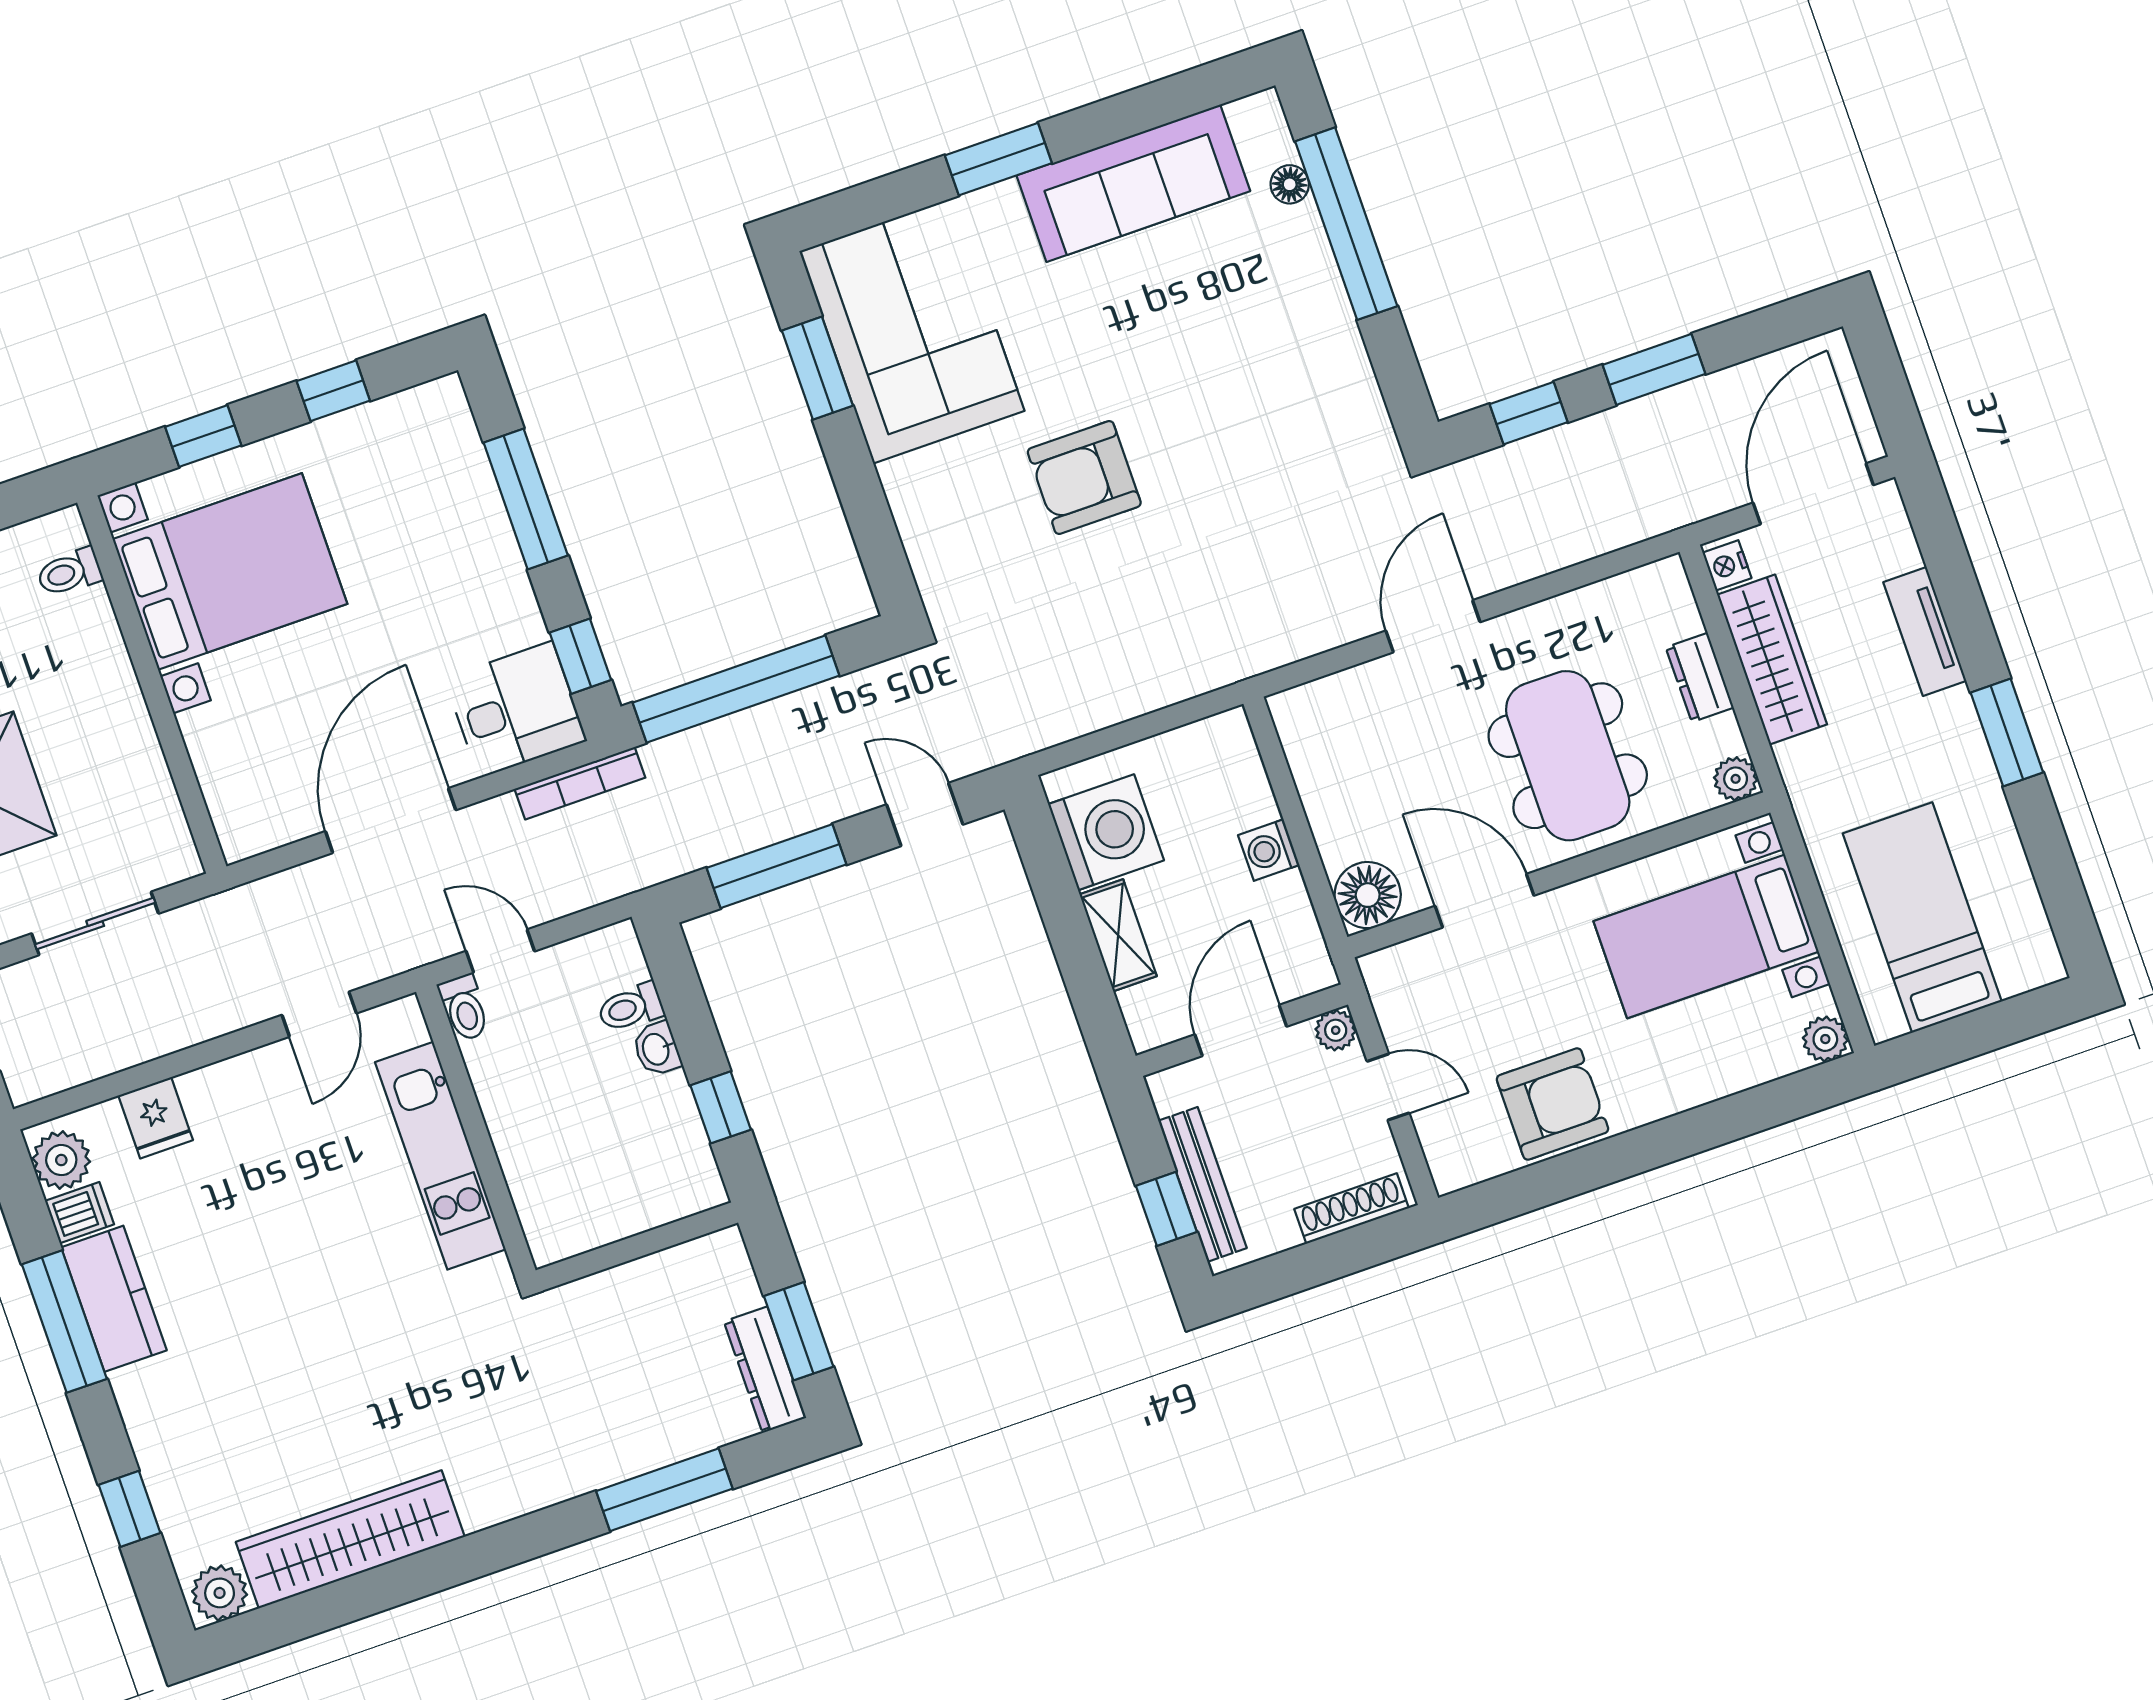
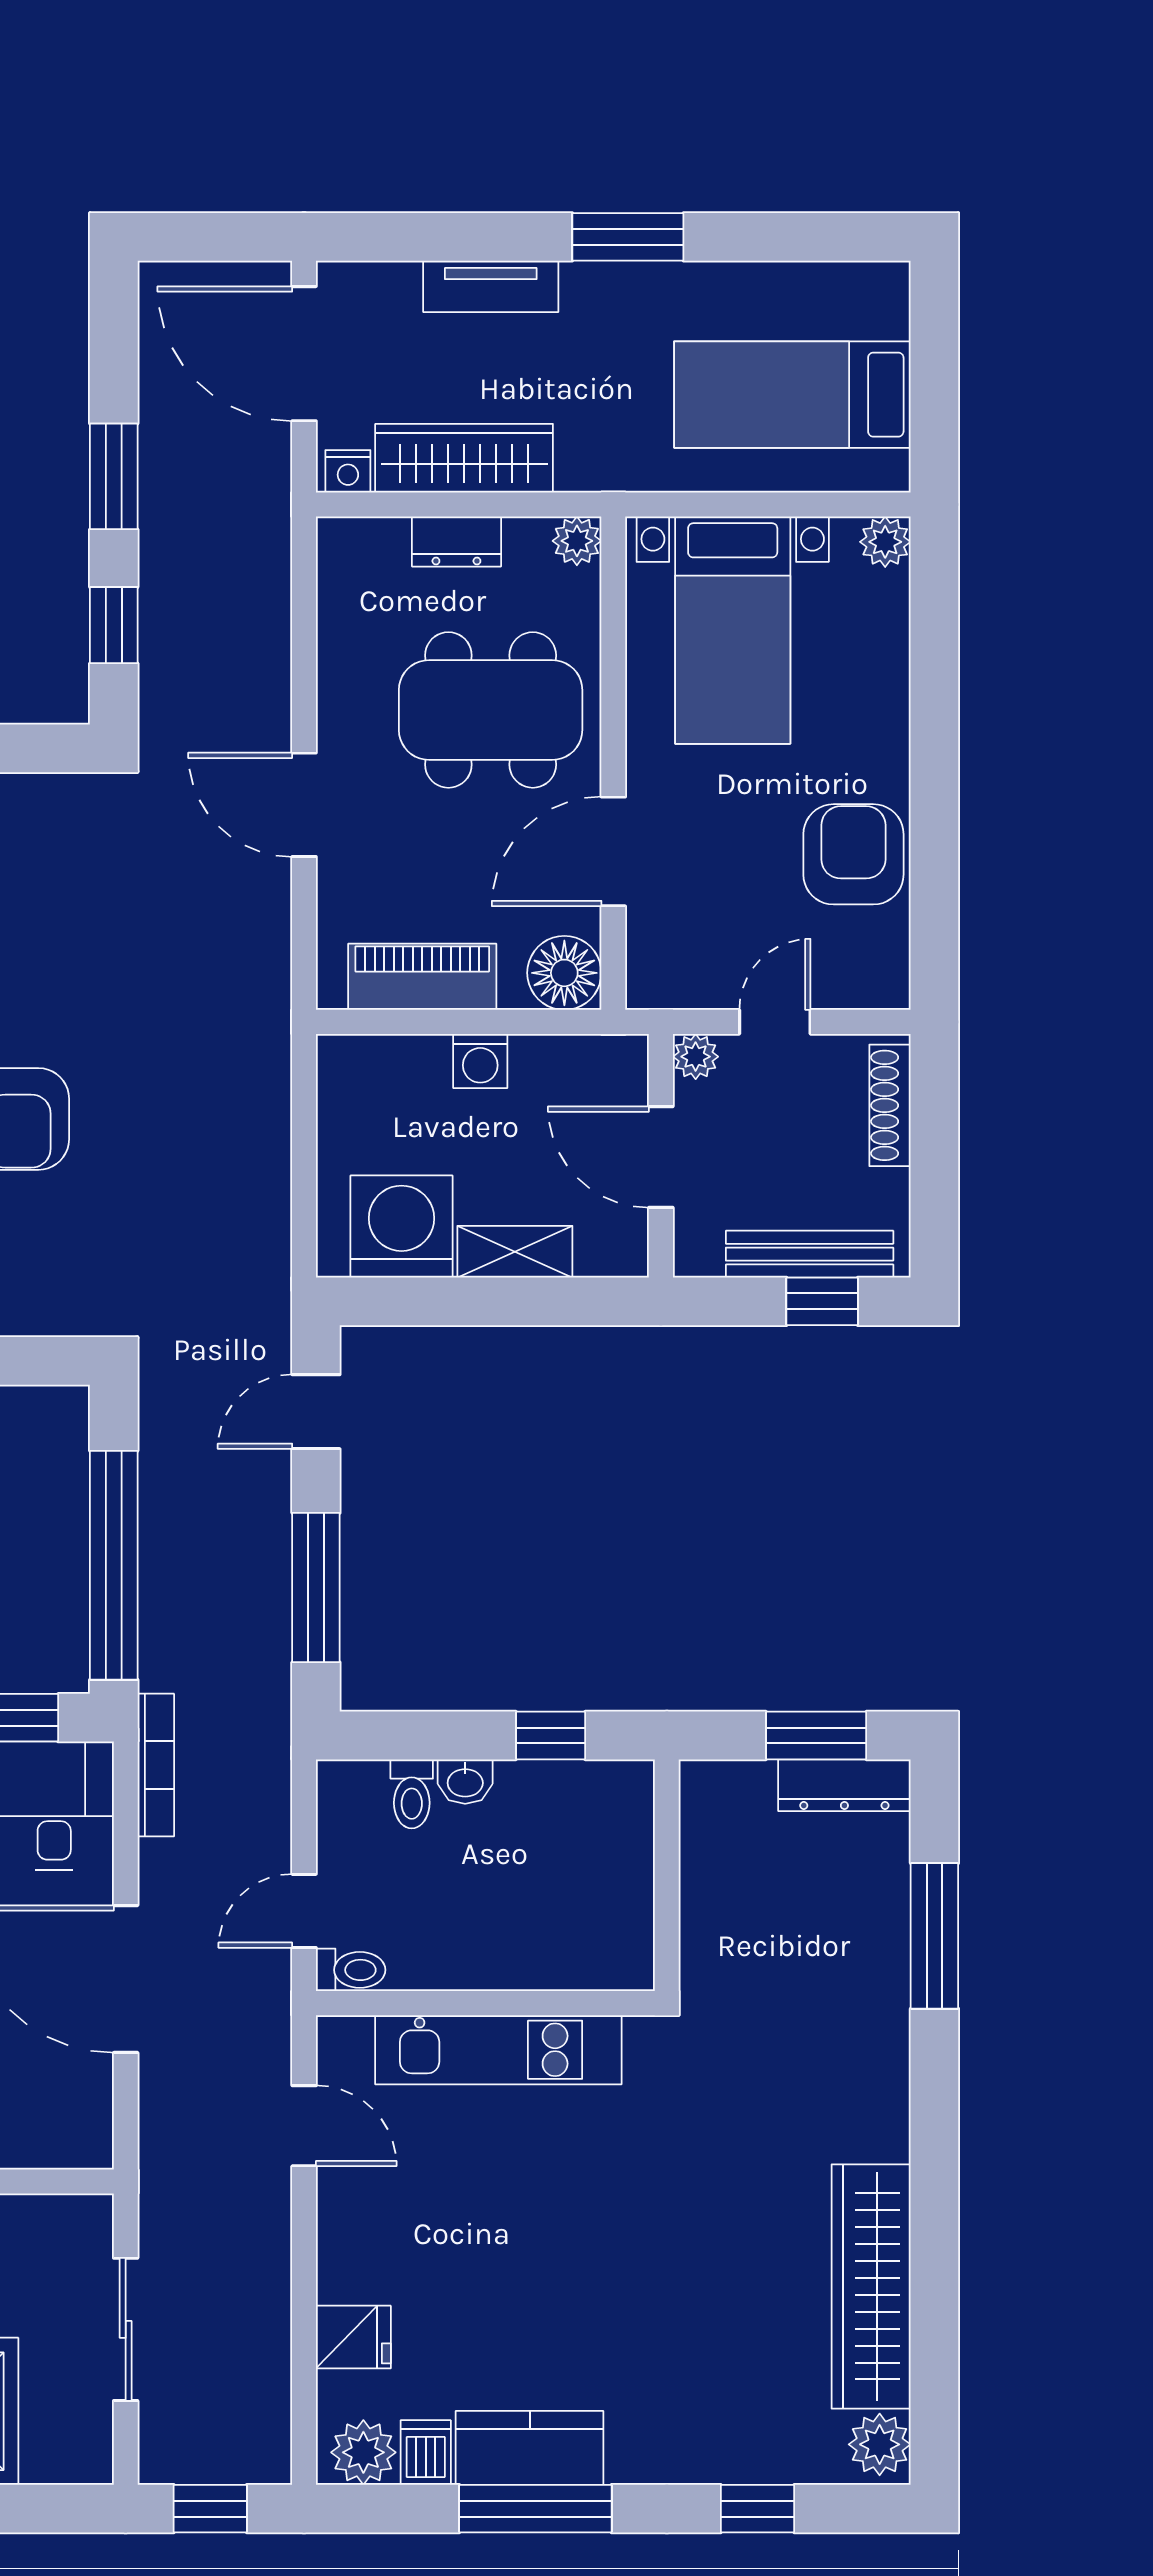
piano: (1323, 776) -> (422, 977), added

